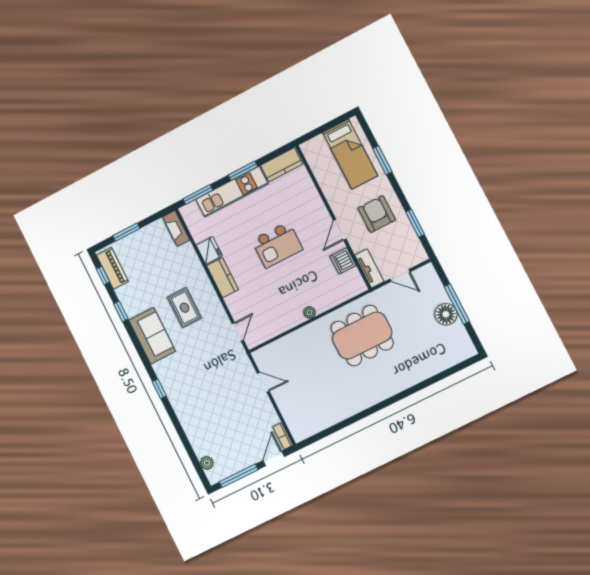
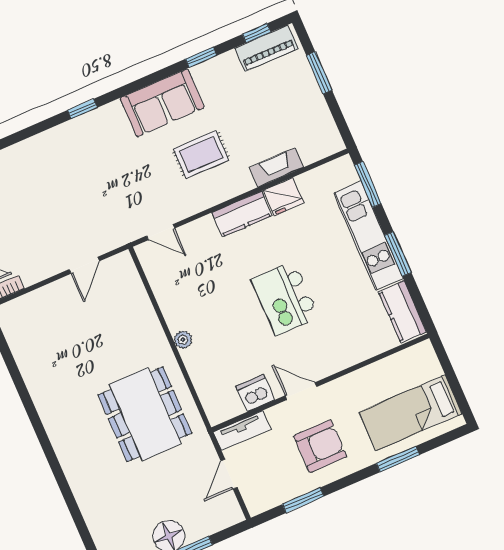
fireplace: (176, 228) -> (277, 167), moved

